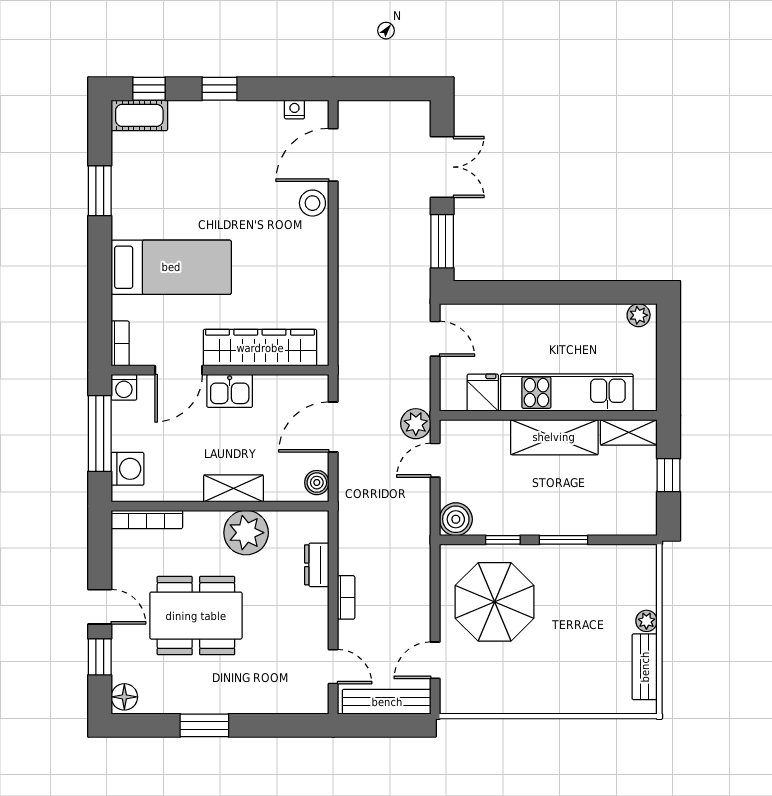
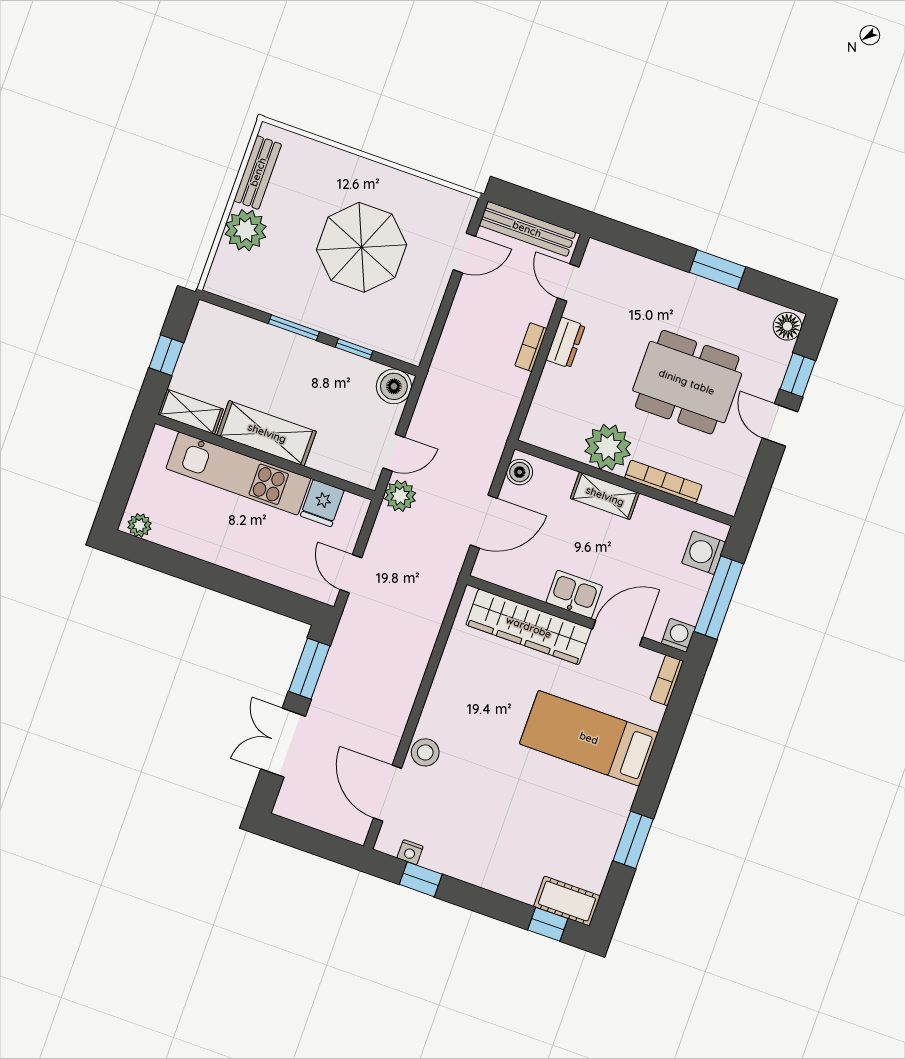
window: (220, 89) -> (421, 879), moved
door: (333, 155) -> (387, 793), swing flipped
bookcase: (147, 519) -> (663, 482), moved
dresser: (317, 565) -> (566, 343), moved
parasol: (495, 602) -> (362, 247), moved
plant: (646, 621) -> (246, 230), width x1.88, depth x1.88

